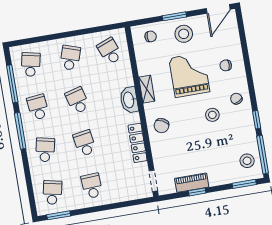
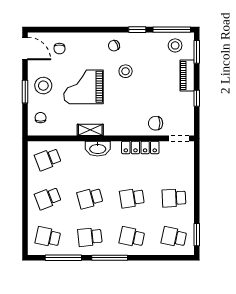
school desk: (70, 58) -> (48, 198), turned -39
chair: (226, 65) -> (60, 49), moved
chair: (162, 126) -> (156, 123), moved, turned 153
piano: (192, 183) -> (187, 75), moved

